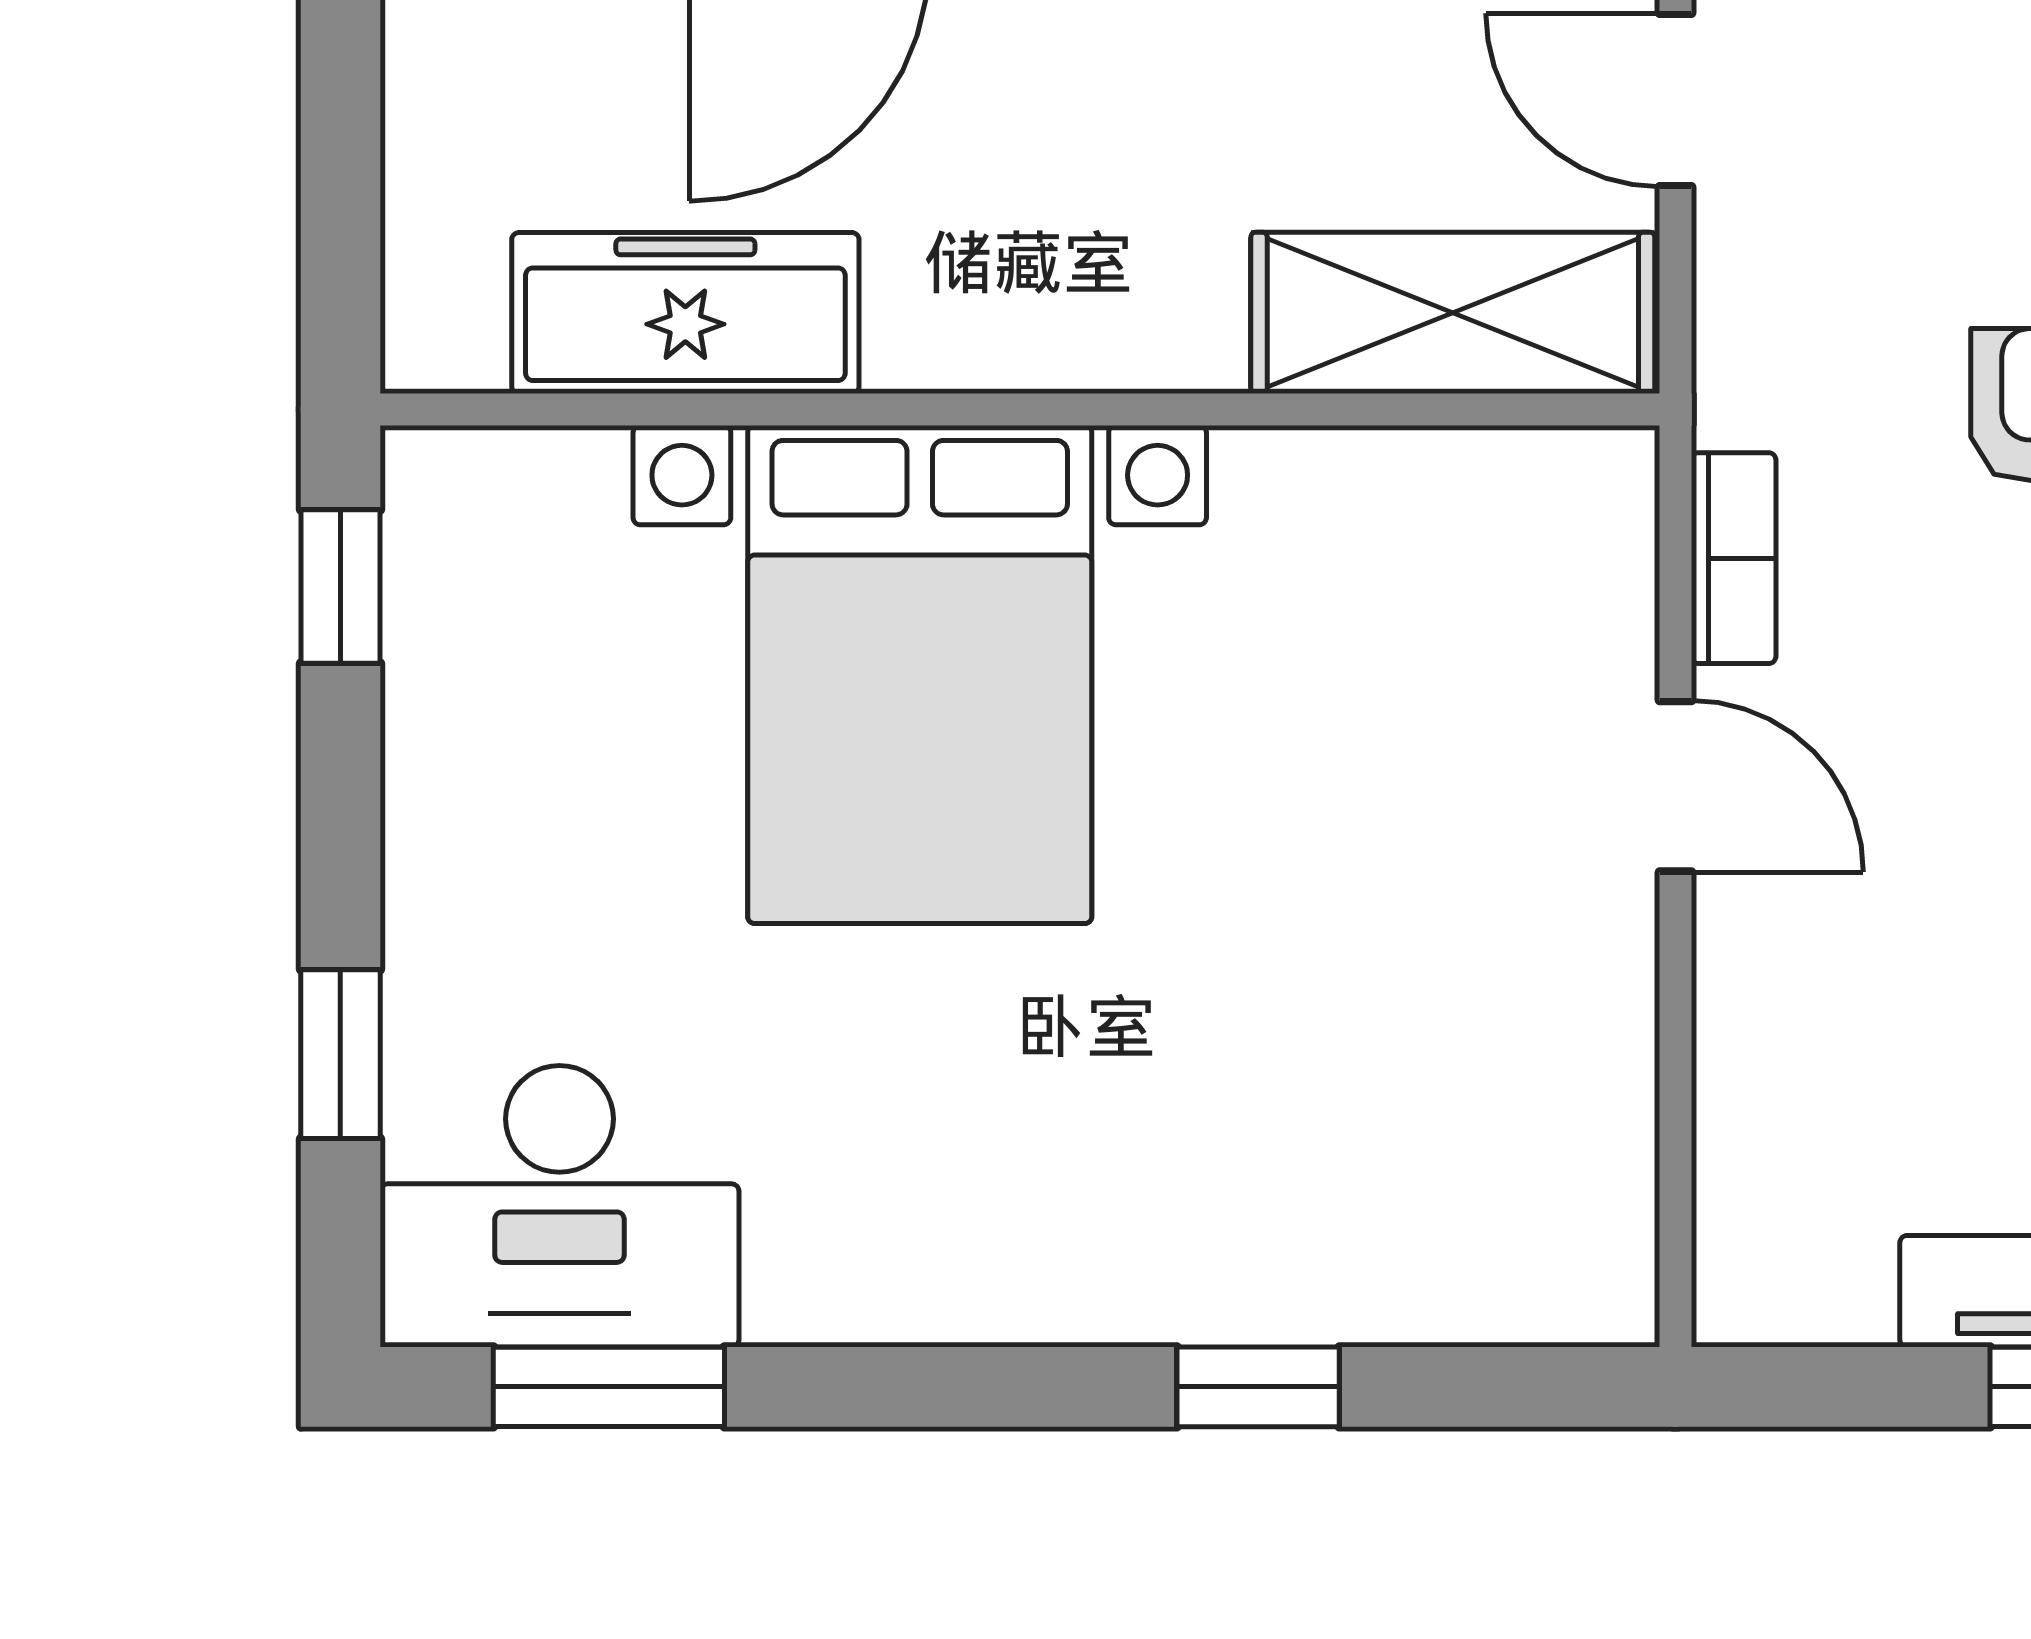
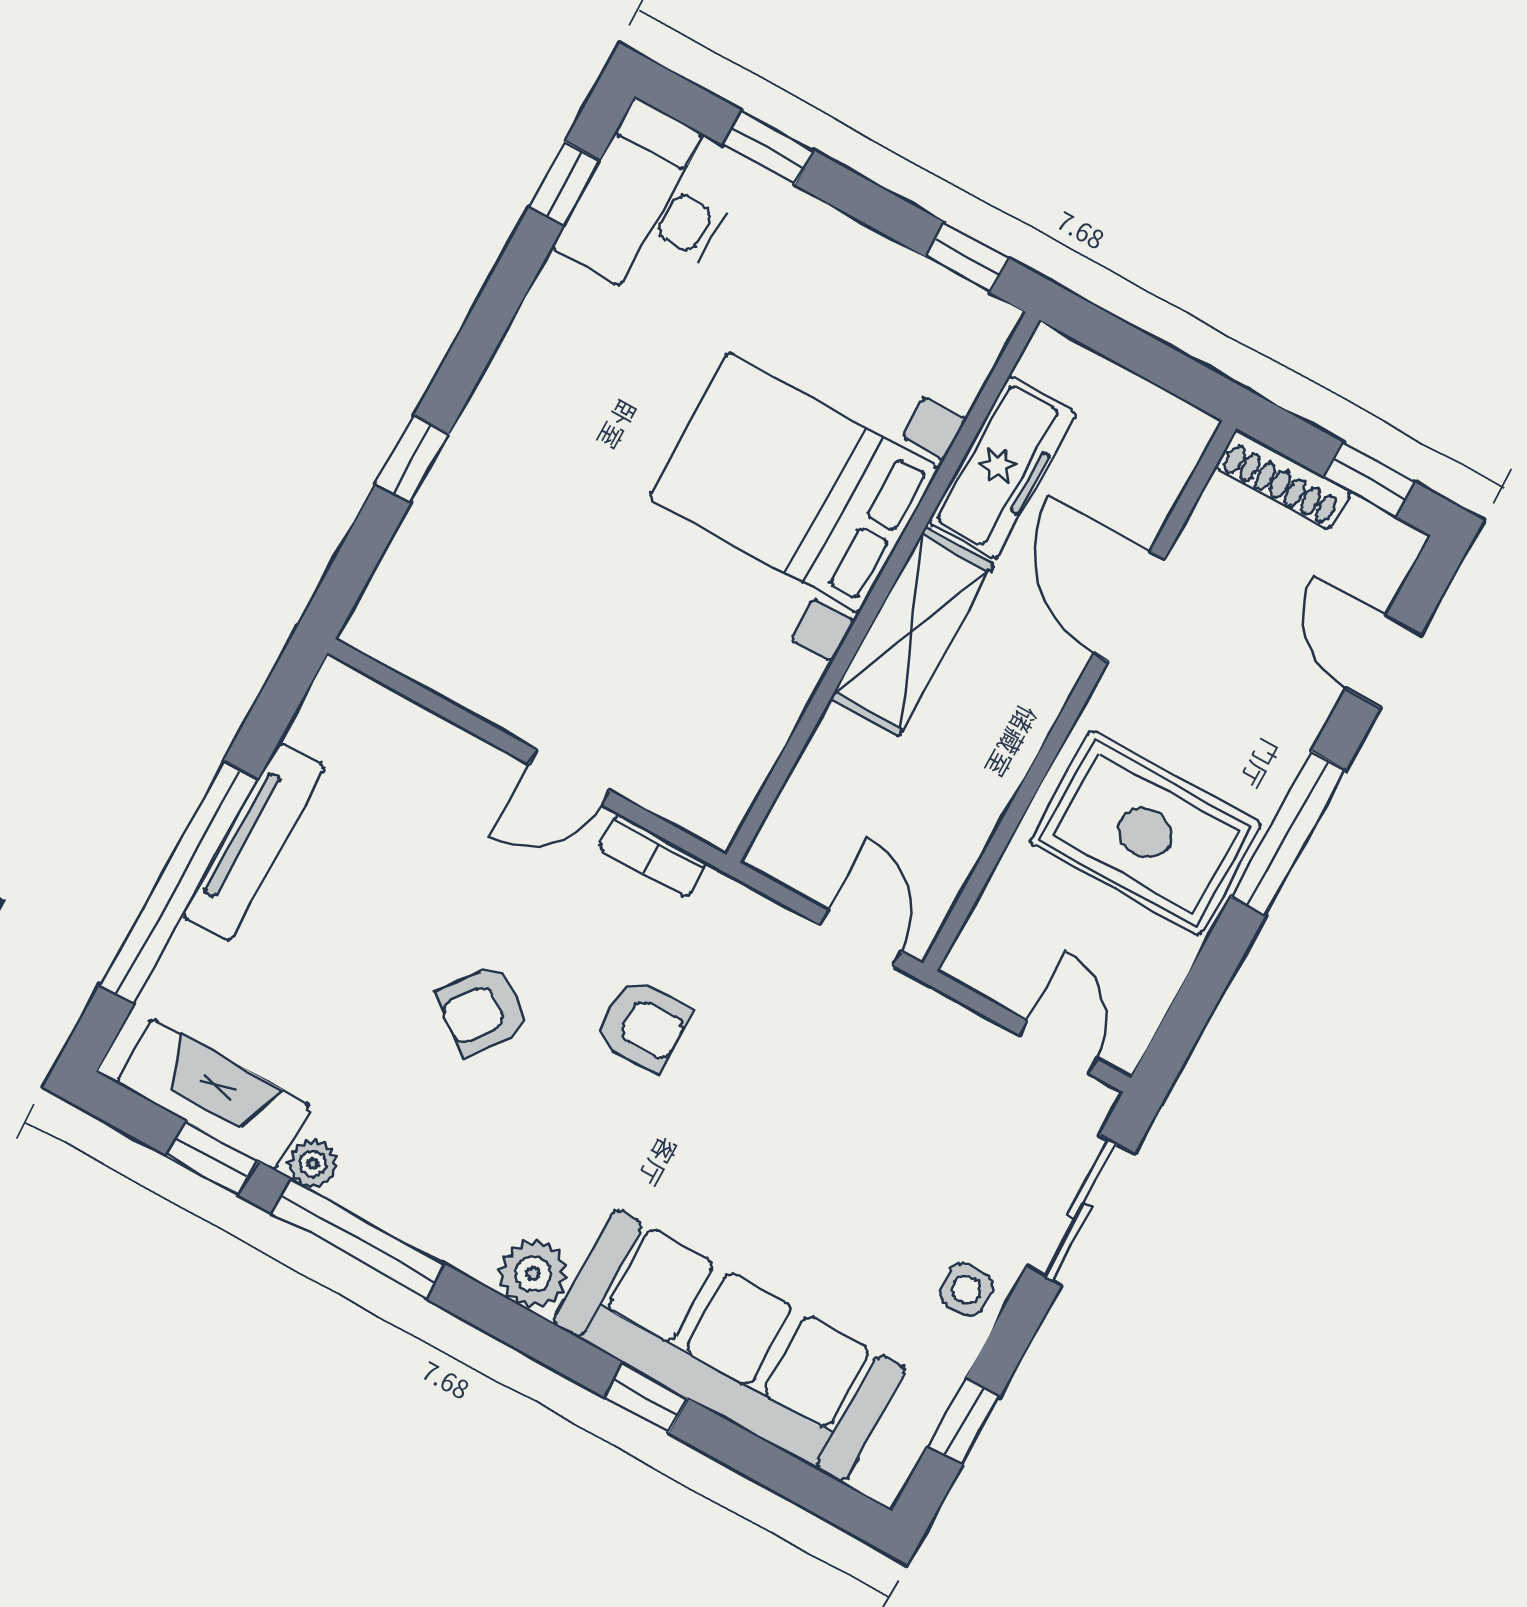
door: (1675, 100) -> (861, 938), hinge flipped
shelving: (1453, 313) -> (912, 632), moved
window: (609, 1387) -> (564, 184), width x0.67

